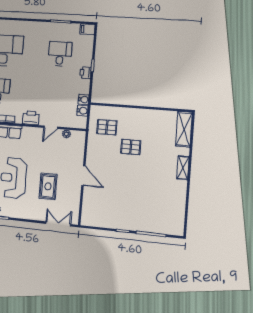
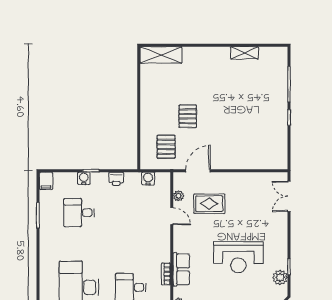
printer: (86, 73) -> (116, 179), moved
water cooler: (84, 100) -> (84, 178), moved
printer: (31, 118) -> (162, 242), removed
shelving: (183, 168) -> (244, 53), moved
door: (83, 176) -> (198, 171), moved
rug: (48, 186) -> (209, 204), moved

